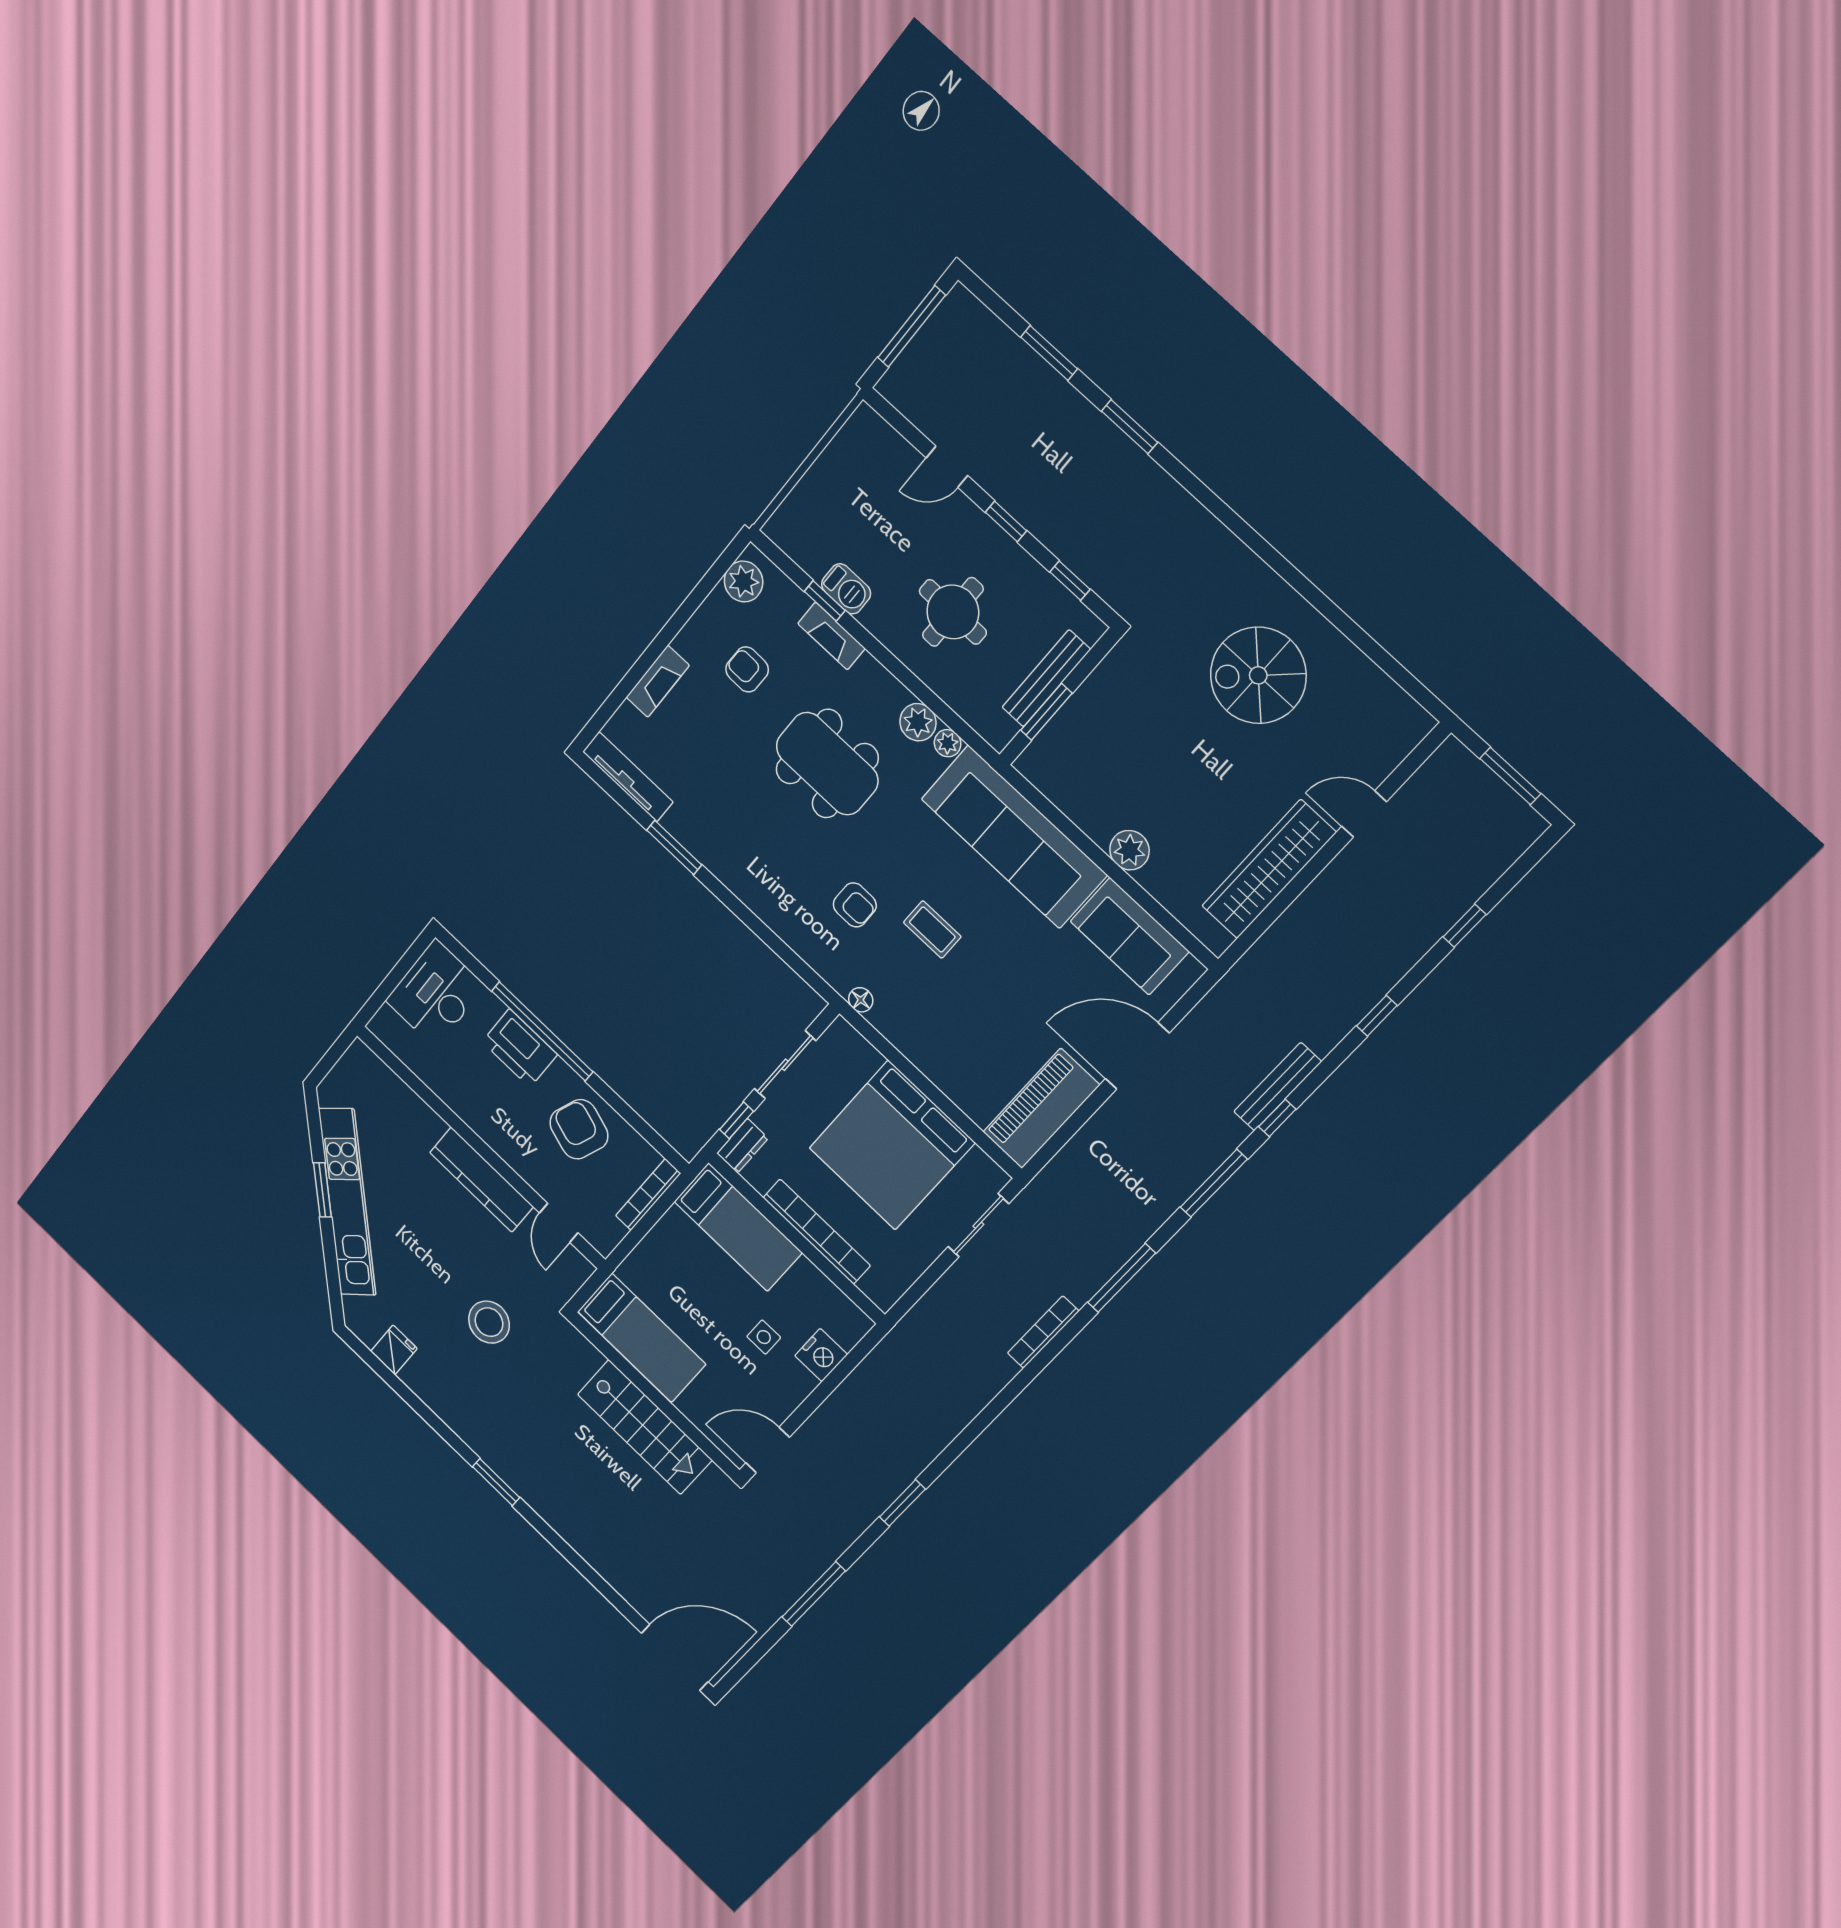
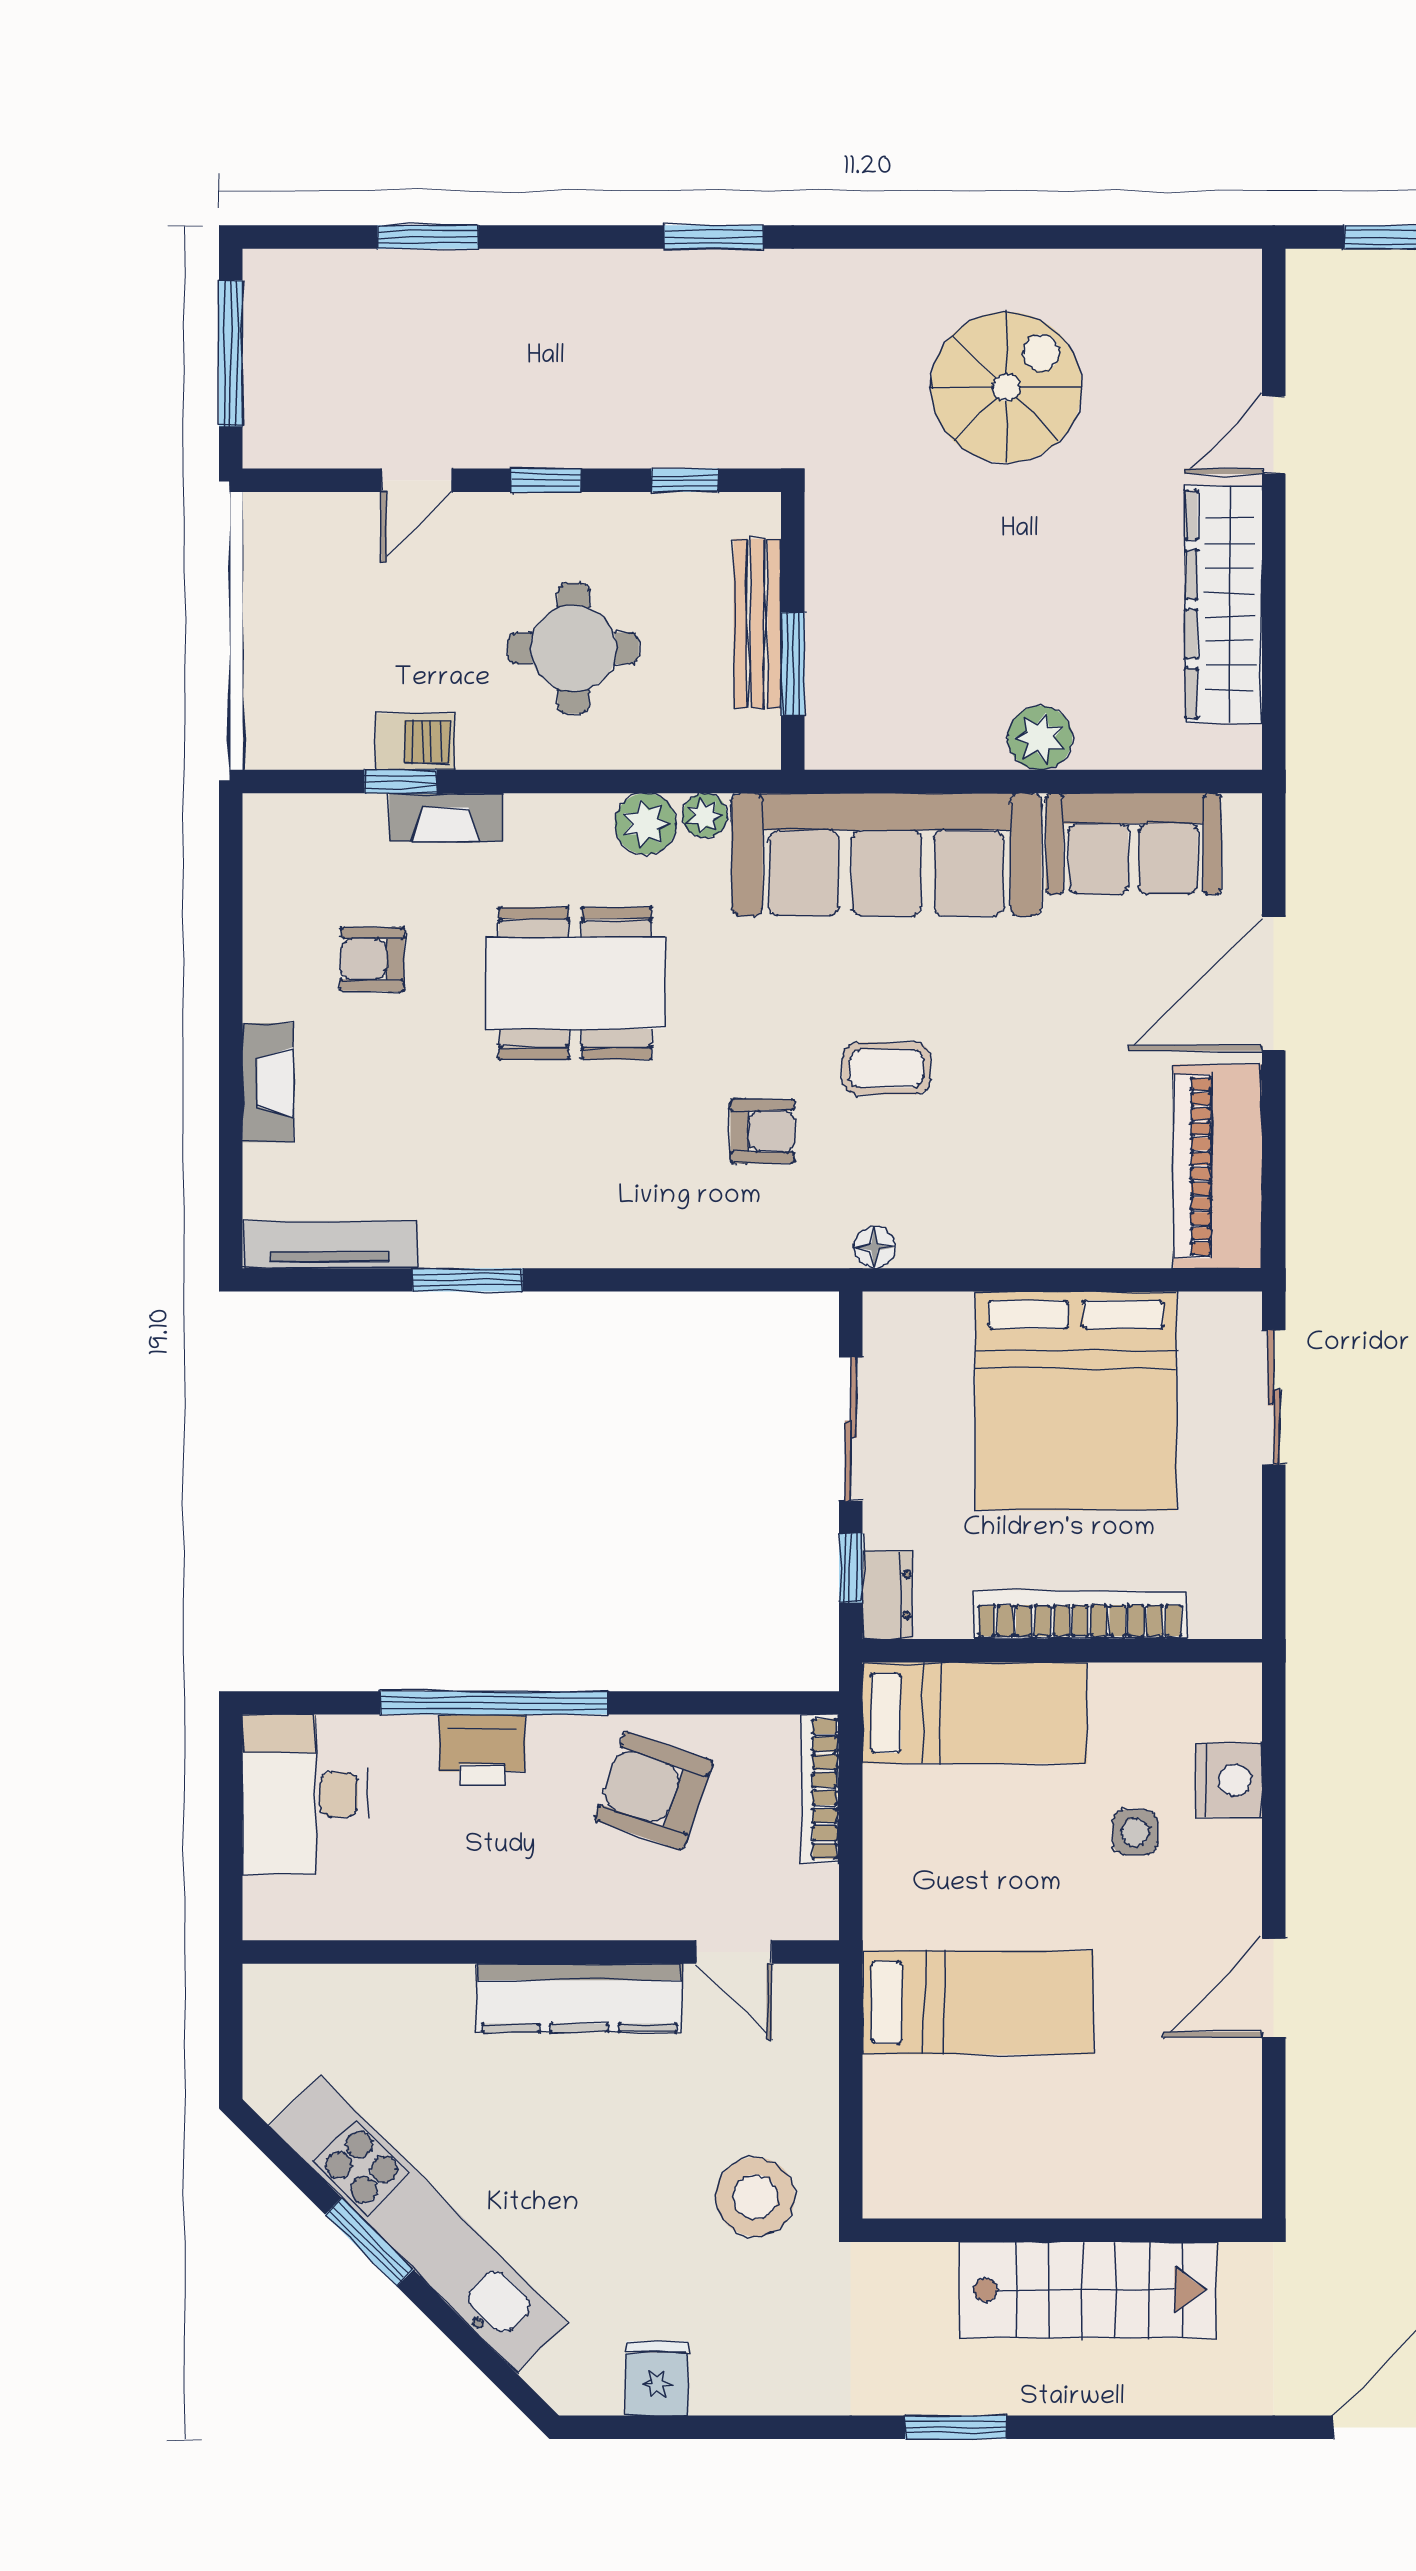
window: (1129, 427) -> (714, 237), moved
plant: (744, 581) -> (276, 852), removed
spiral stairs: (1258, 675) -> (1006, 387), turned 180
printer: (520, 1048) -> (482, 1750), width x0.73, depth x0.84
wall: (654, 1395) -> (1062, 2230), moved
stairs: (645, 1427) -> (1088, 2290), moved

